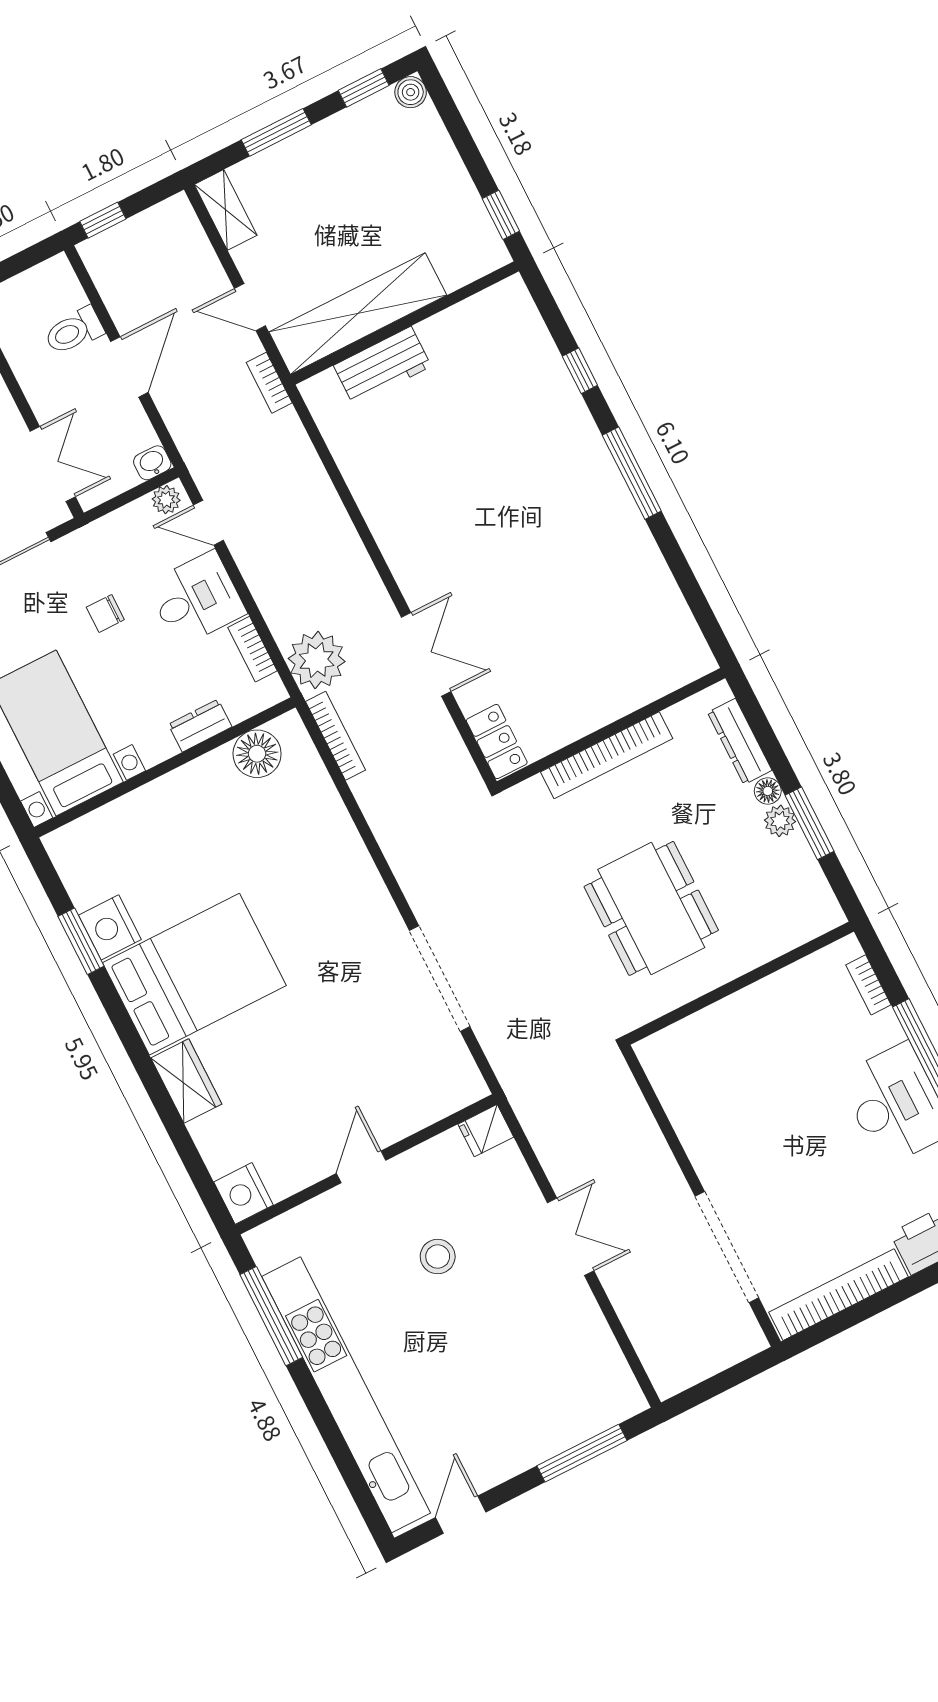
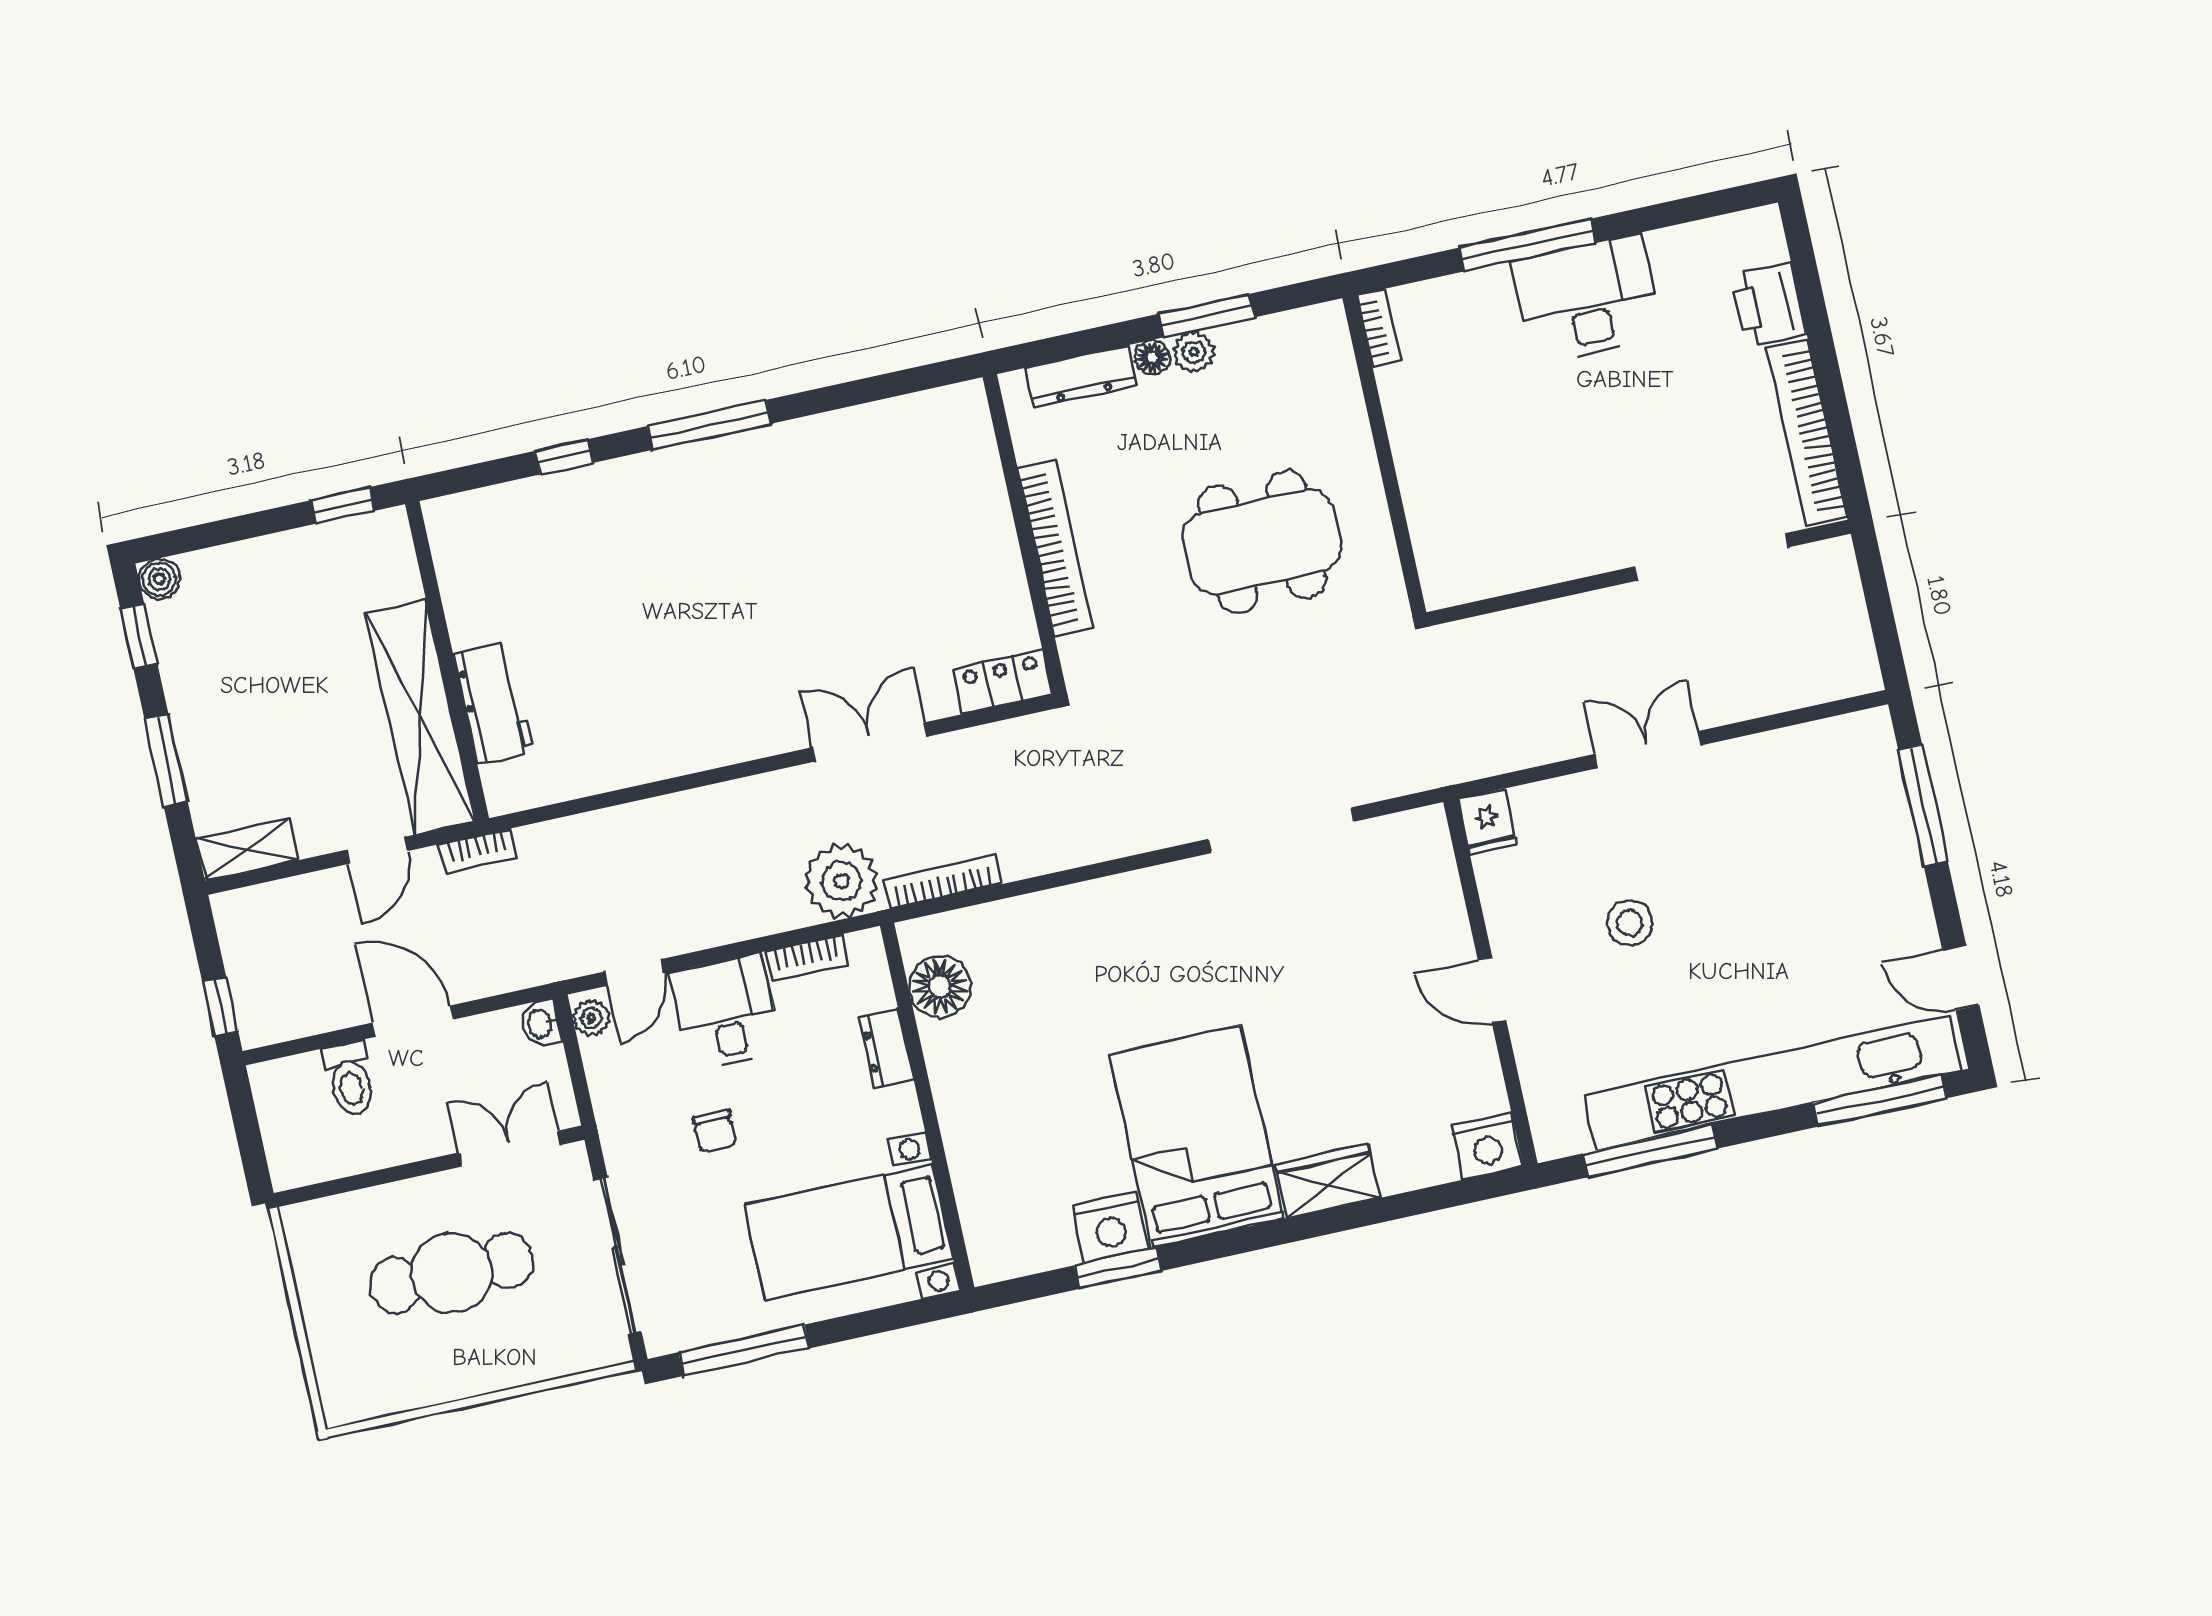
bookcase: (868, 985) -> (1379, 327), moved, turned -90
window: (353, 1478) -> (1880, 1100), added

